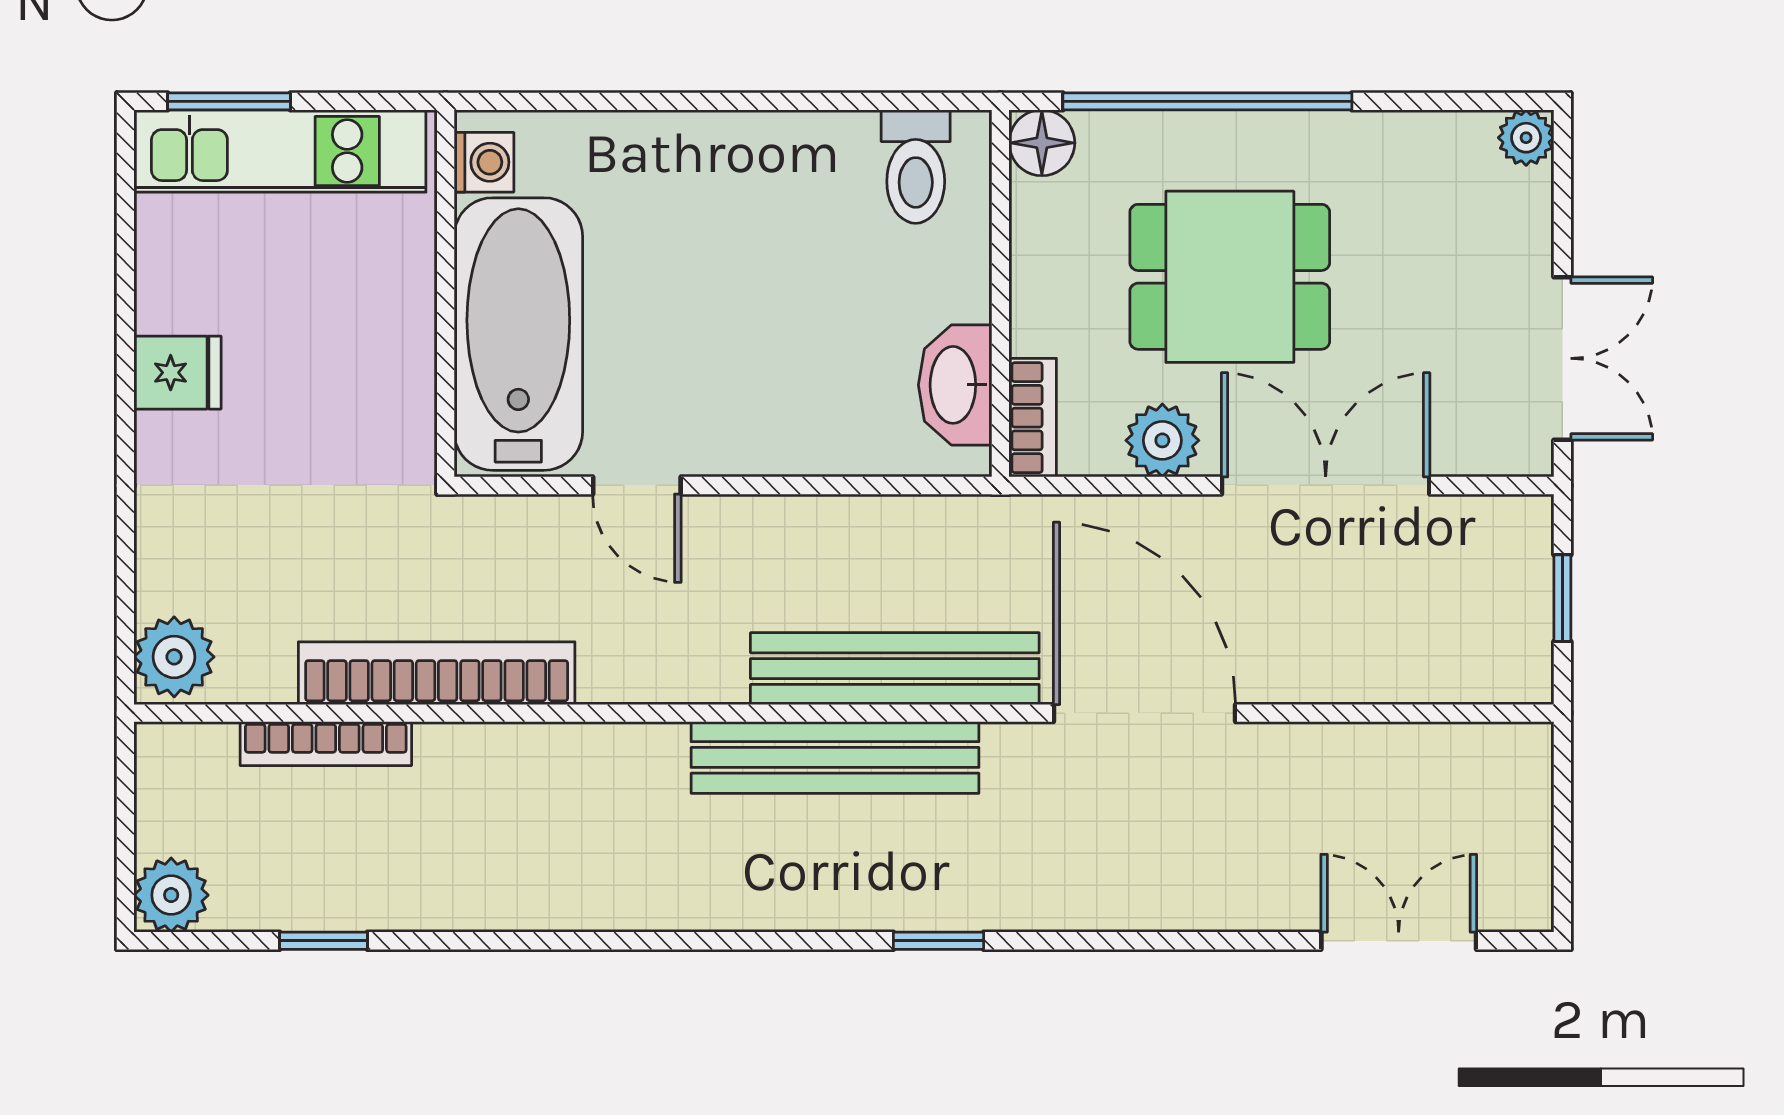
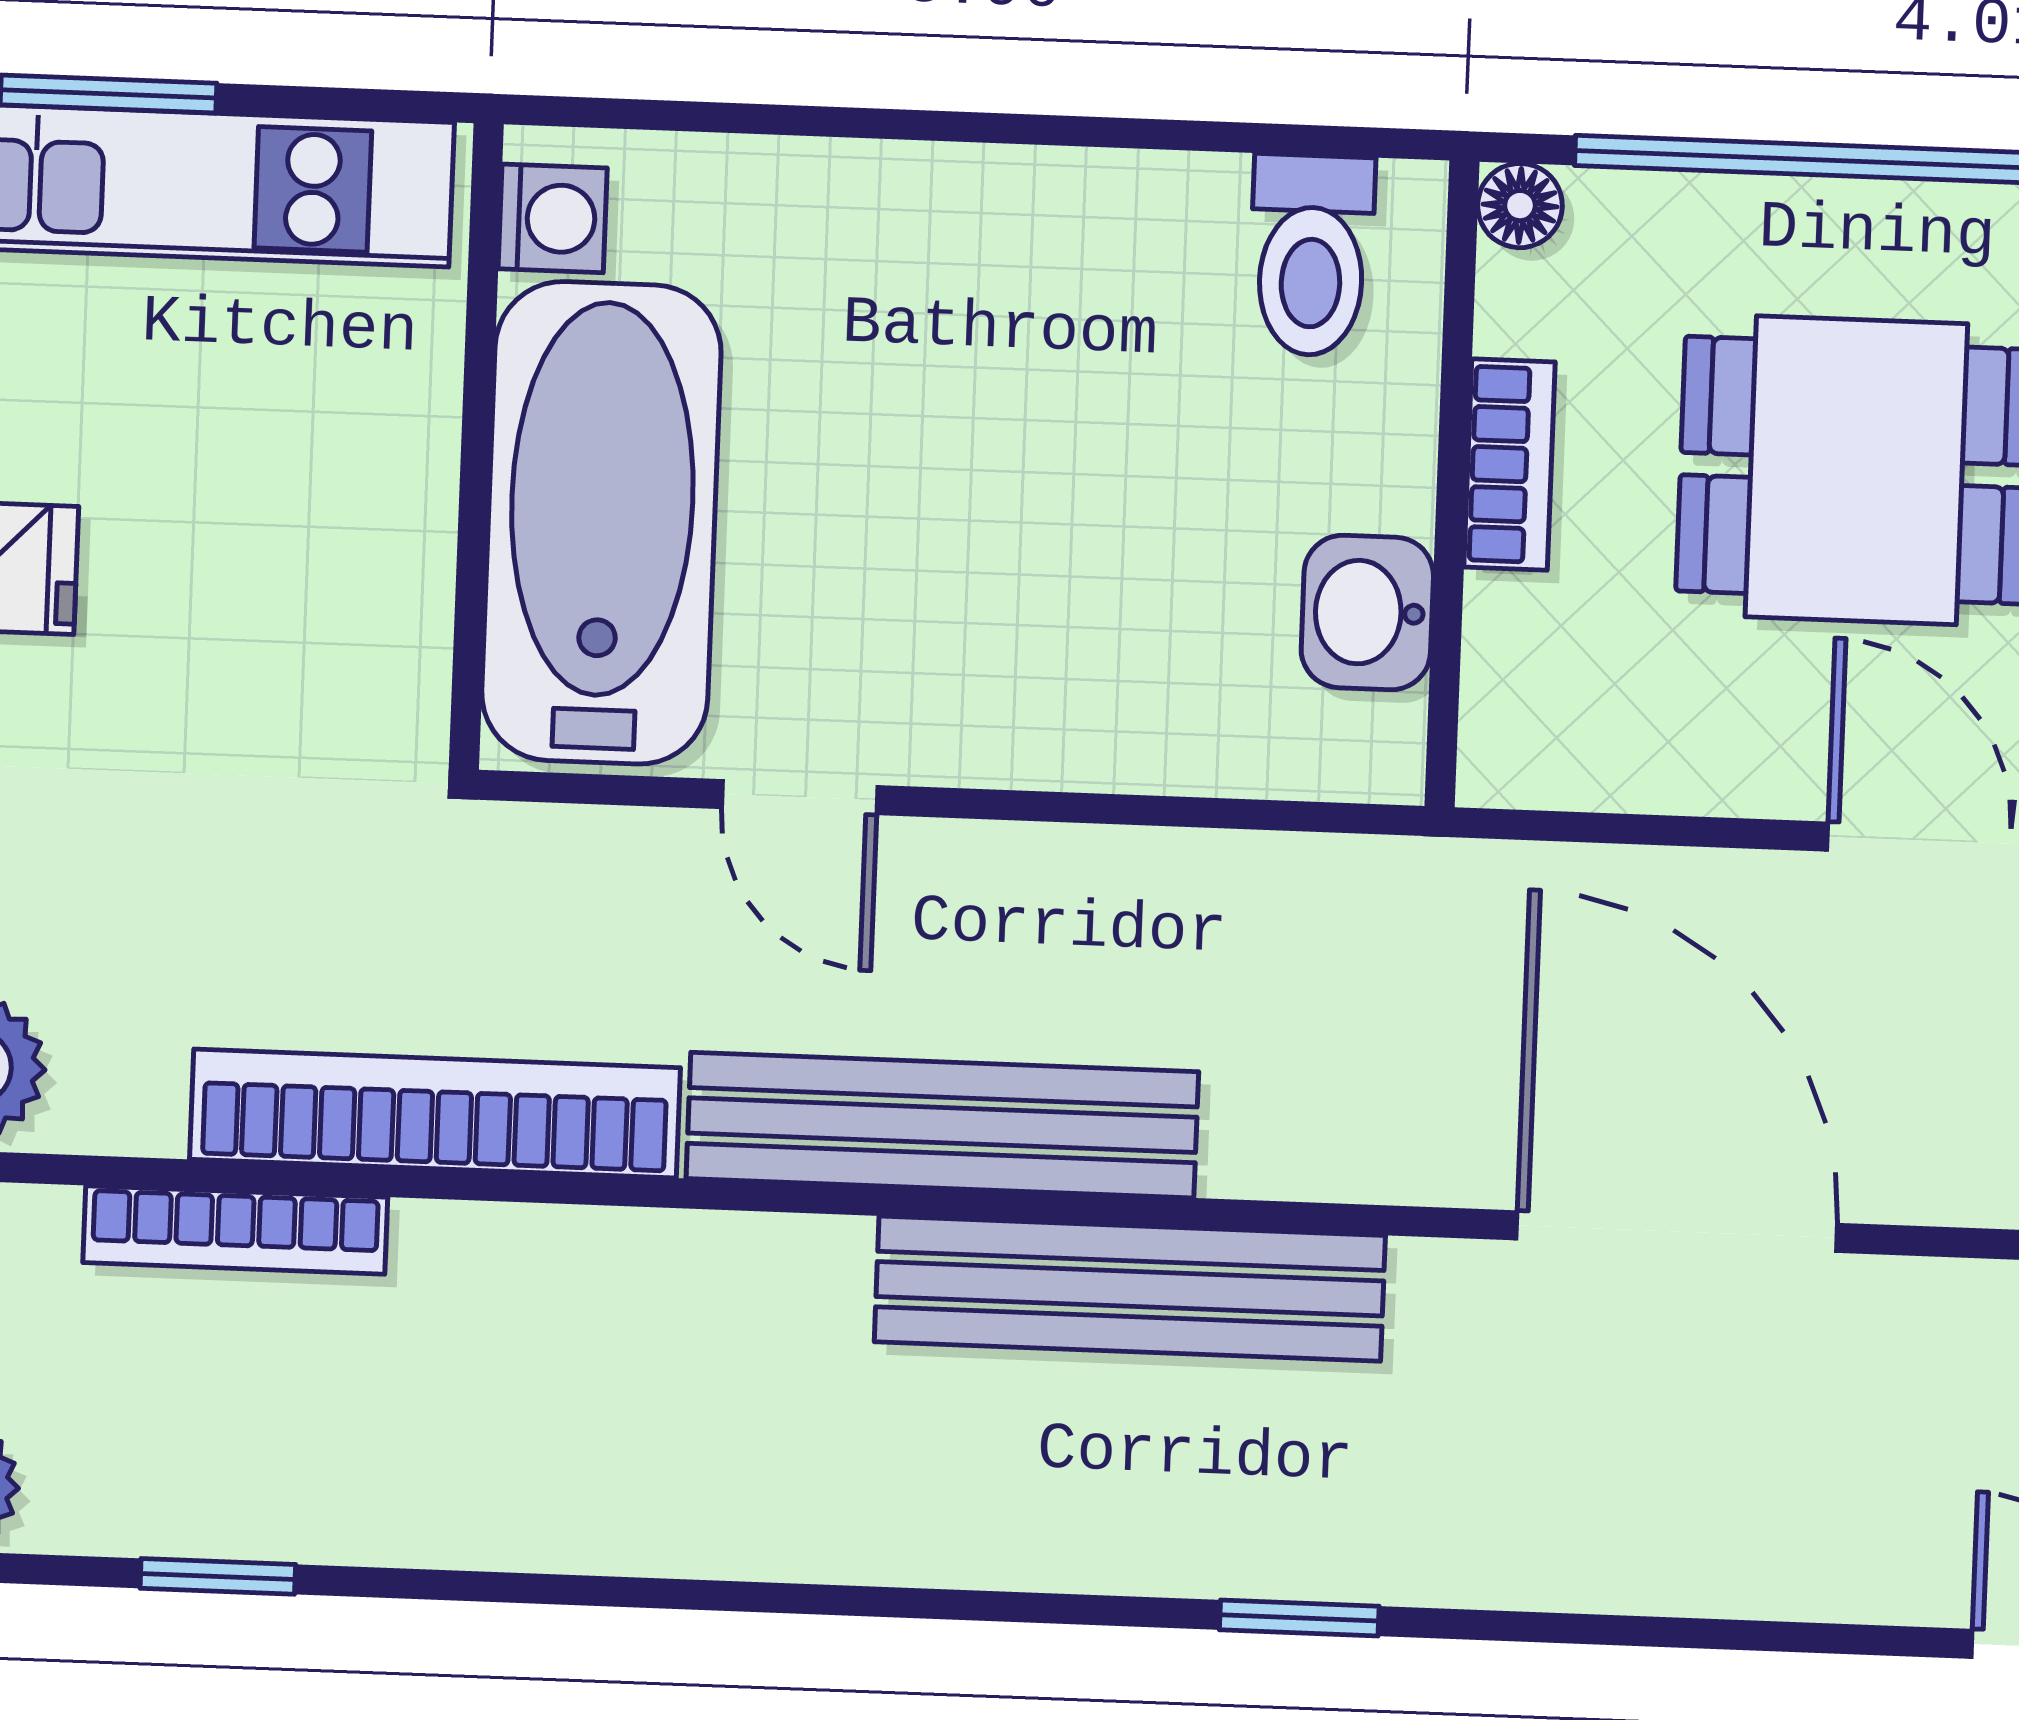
floor lamp: (1042, 143) -> (1520, 206), width x0.73, depth x0.73
washbasin: (955, 385) -> (1367, 612), width x0.72
bookcase: (1033, 418) -> (1509, 465), moved
plant: (1162, 440) -> (1727, 753), removed
bench: (895, 669) -> (942, 1125), moved

